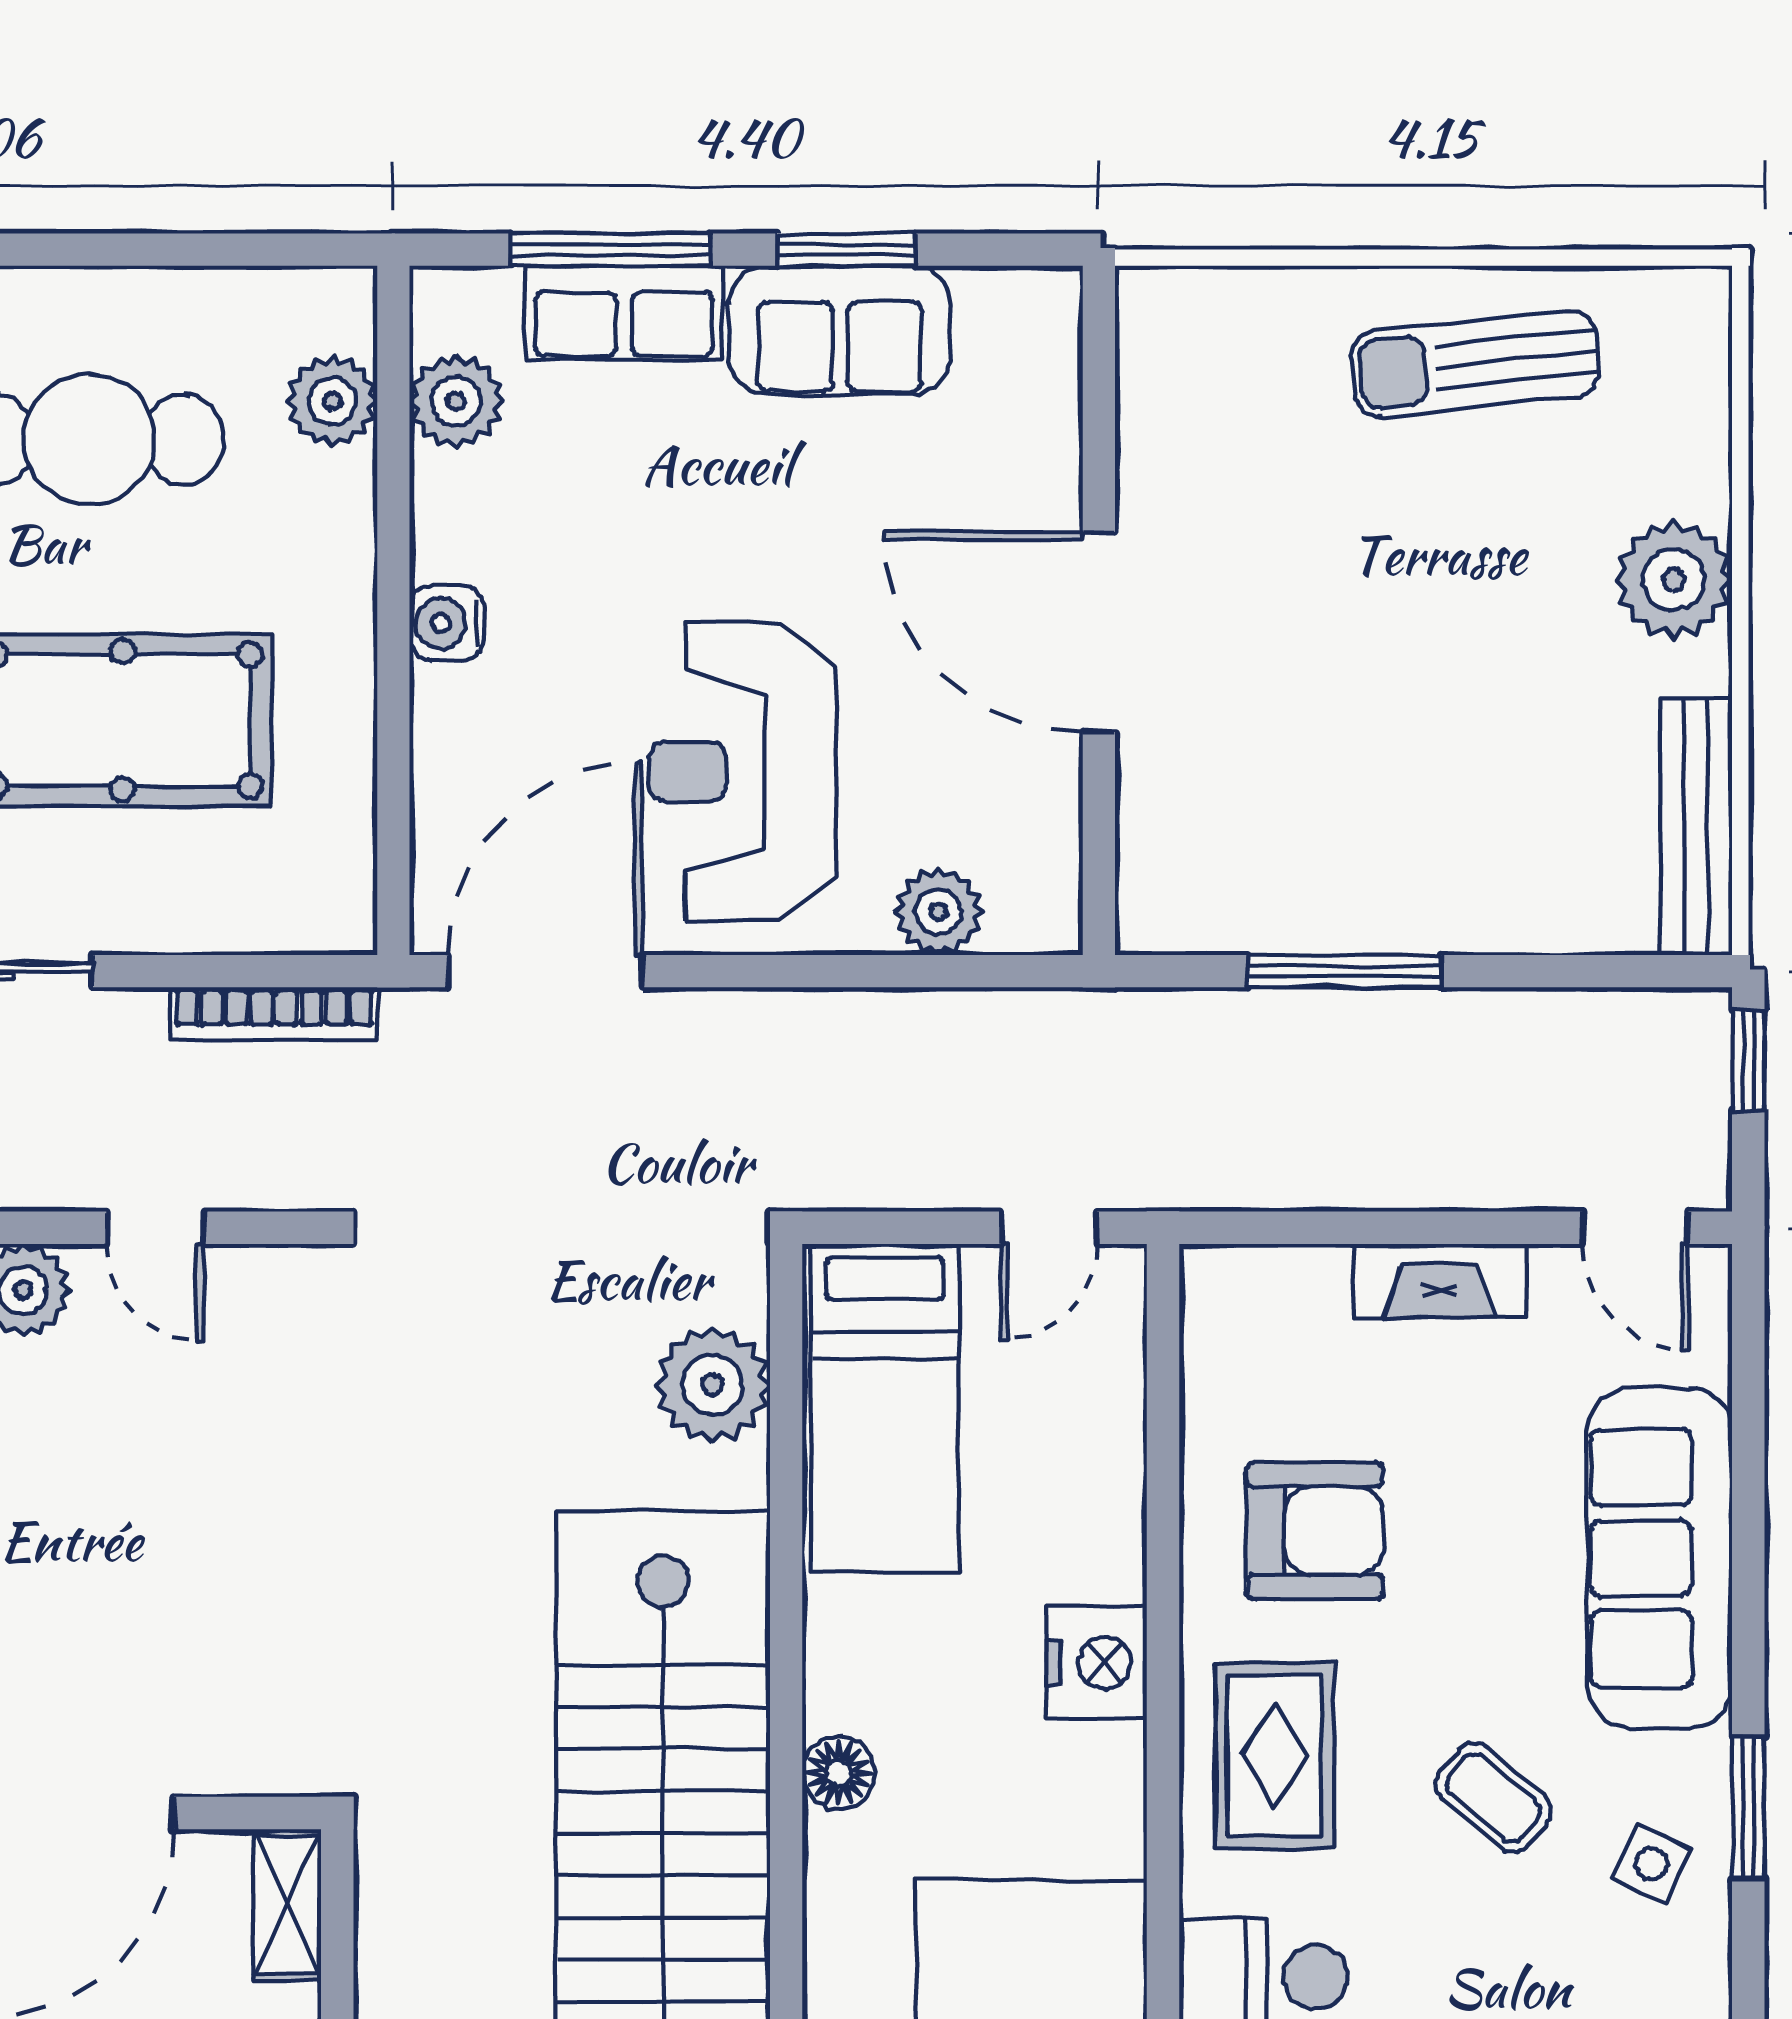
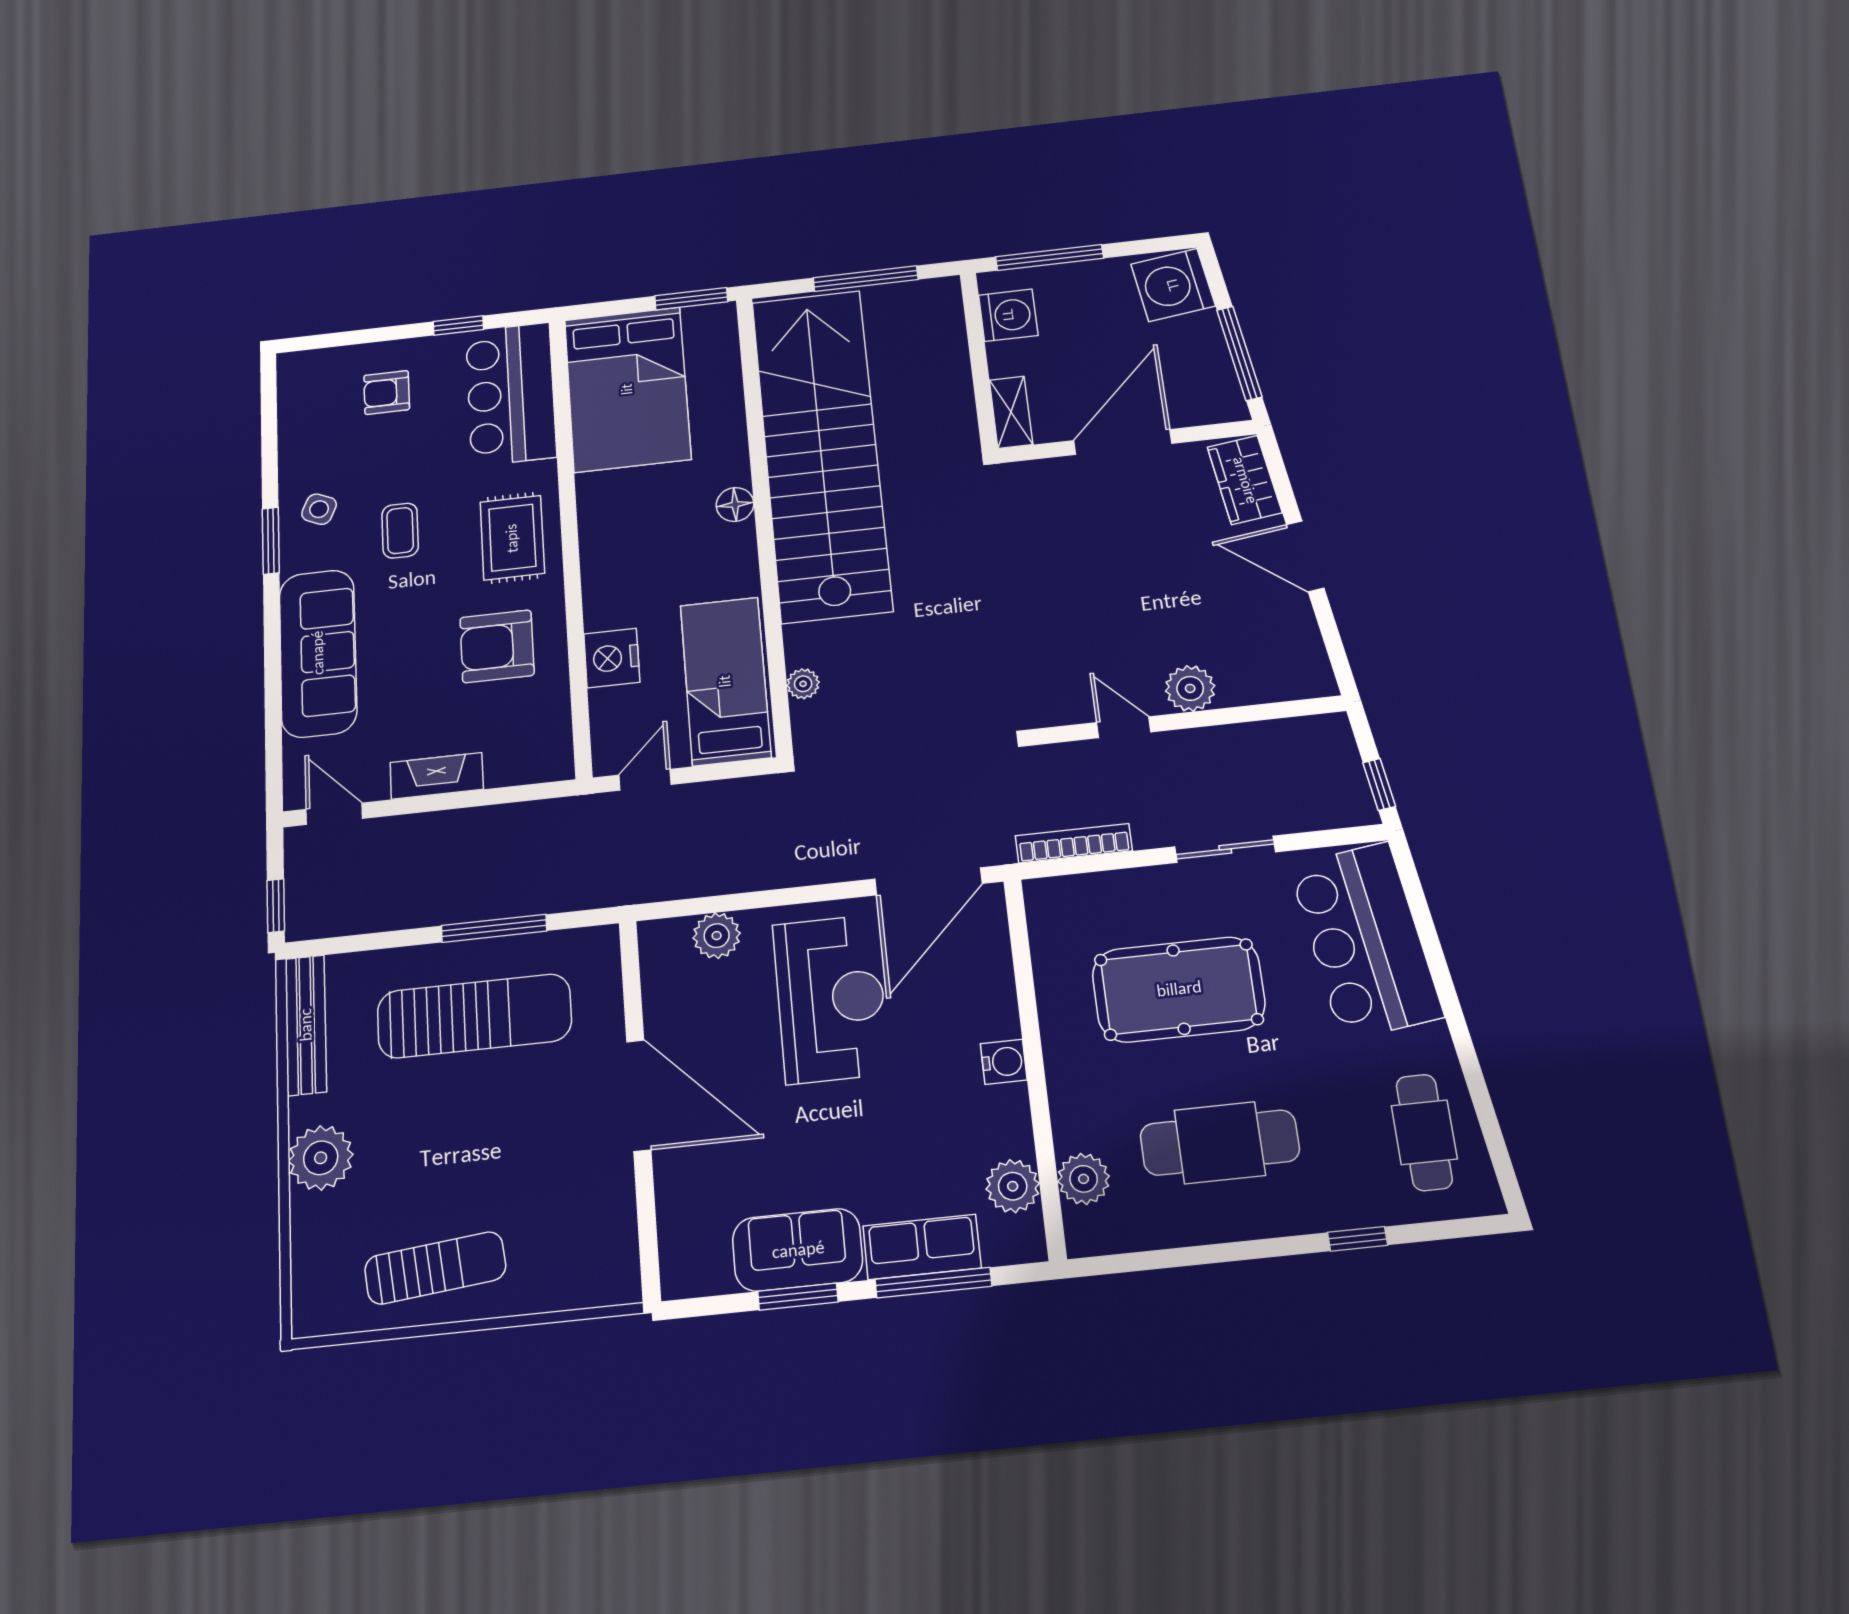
sun lounger: (1388, 810) -> (474, 1016), added
plant: (713, 1385) -> (803, 684), width x0.53, depth x0.53
nightstand: (1097, 1663) -> (612, 658), moved
coffee table: (1493, 1798) -> (400, 531), turned 50

